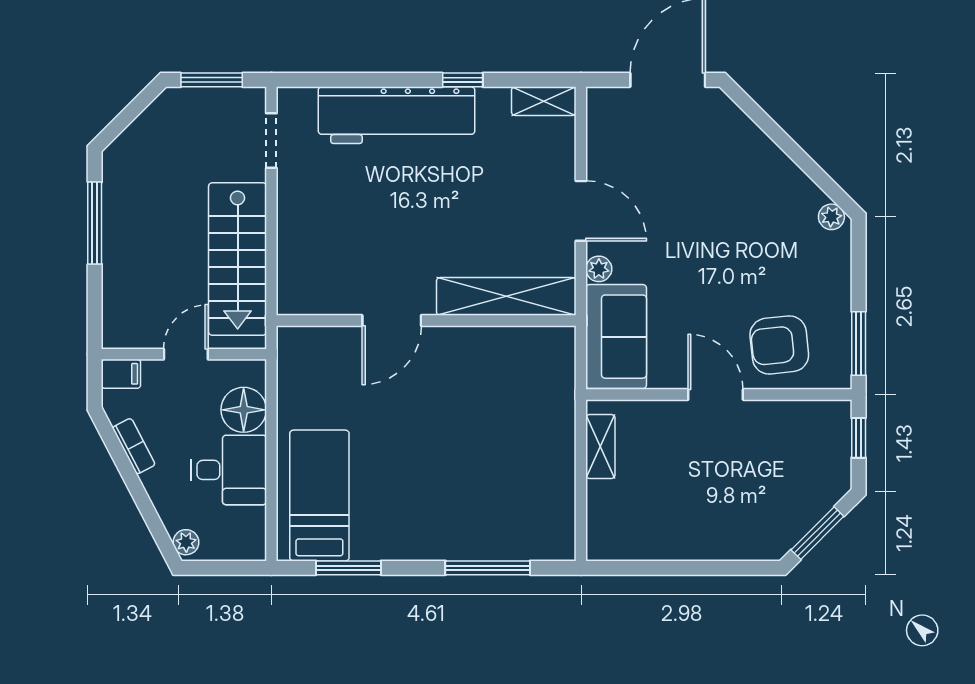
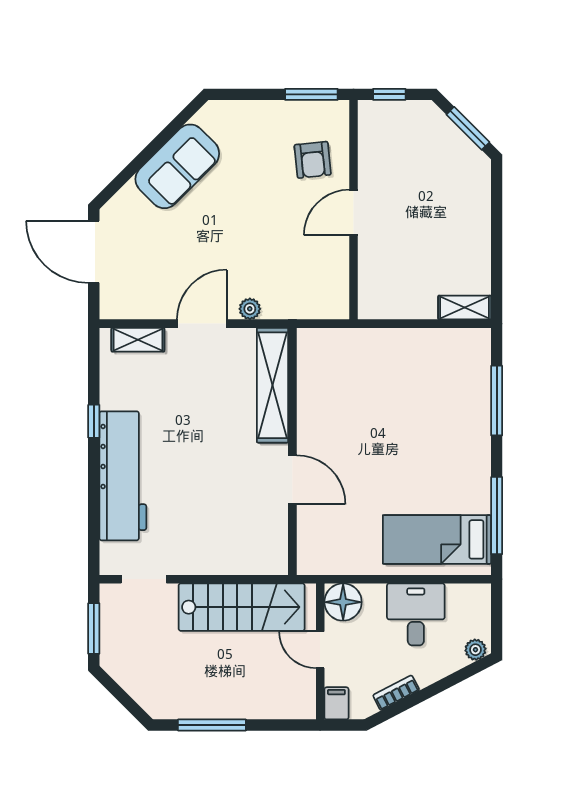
shelving: (544, 101) -> (138, 340), moved, turned 90
plant: (831, 217) -> (207, 117), removed
sofa: (616, 337) -> (177, 166), moved, turned 135
armchair: (779, 345) -> (313, 160), width x0.72, depth x0.72
floor lamp: (244, 410) -> (343, 602), moved
shelving: (600, 447) -> (465, 308), moved
window: (348, 568) -> (497, 516), width x1.44

